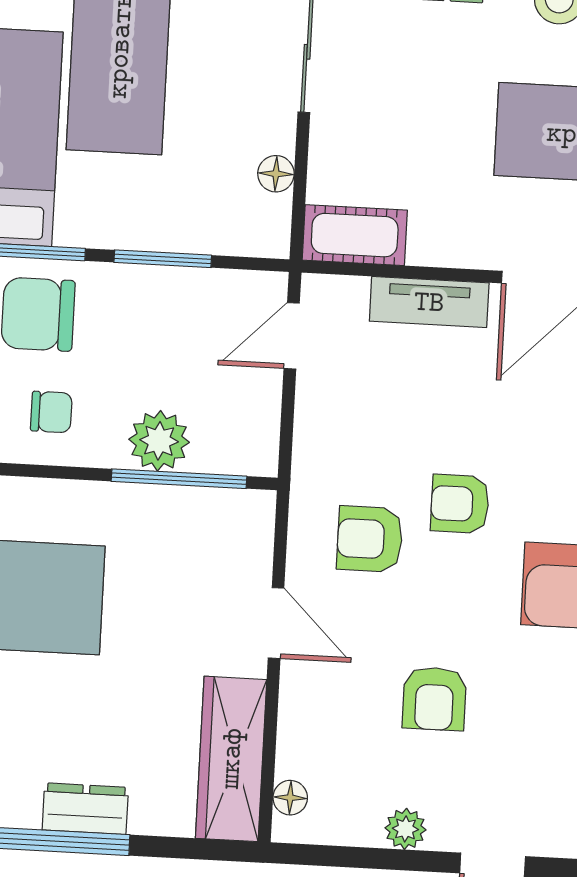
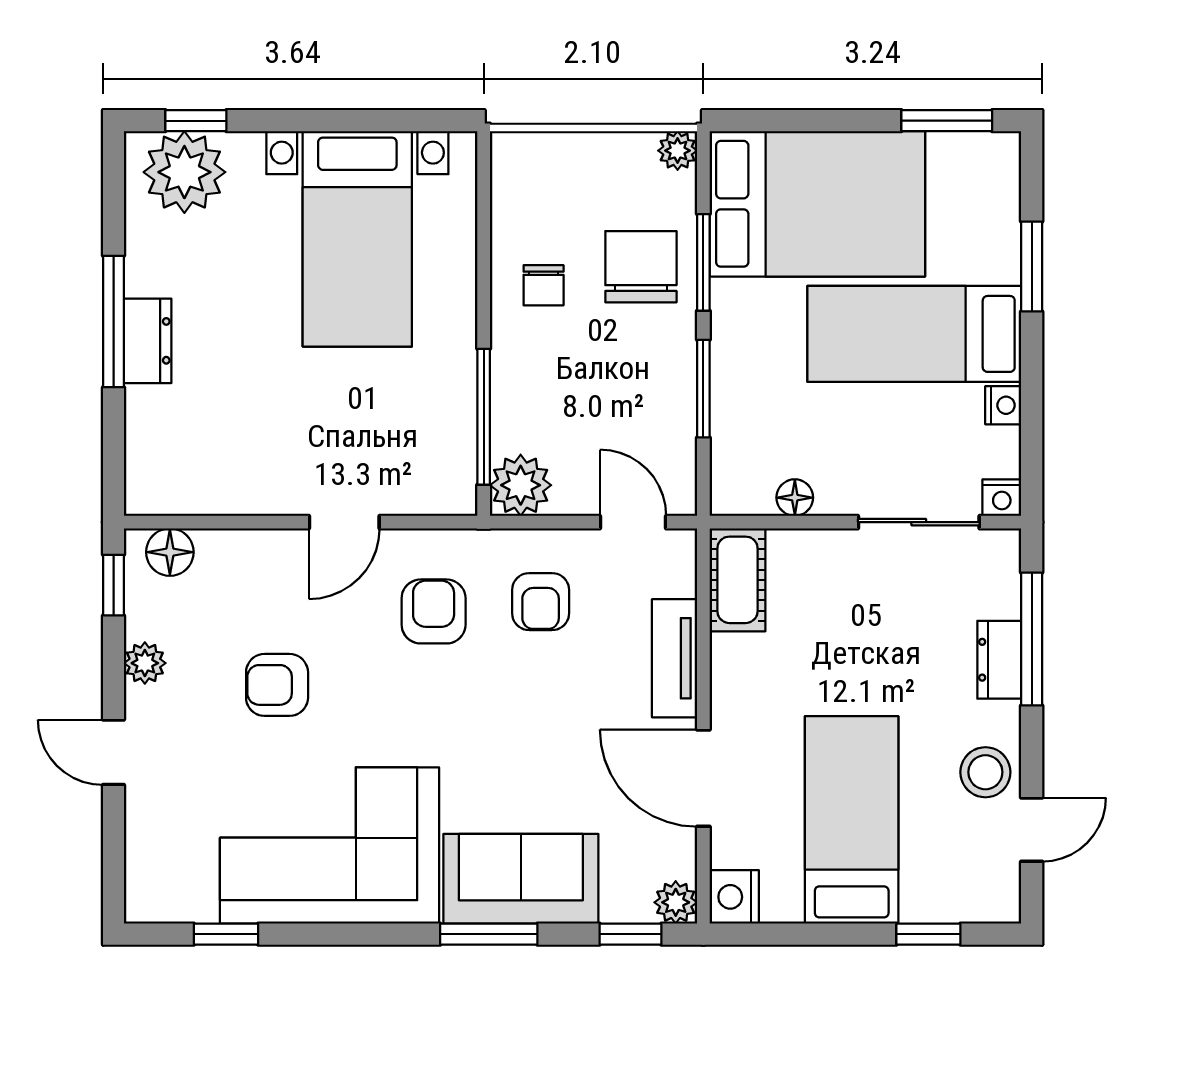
plant: (159, 441) -> (521, 485), moved
armchair: (460, 504) -> (541, 602), moved, turned 180
wardrobe: (231, 759) -> (206, 484), removed
floor lamp: (290, 798) -> (170, 552), width x1.37, depth x1.37
window: (326, 856) -> (114, 585), added

